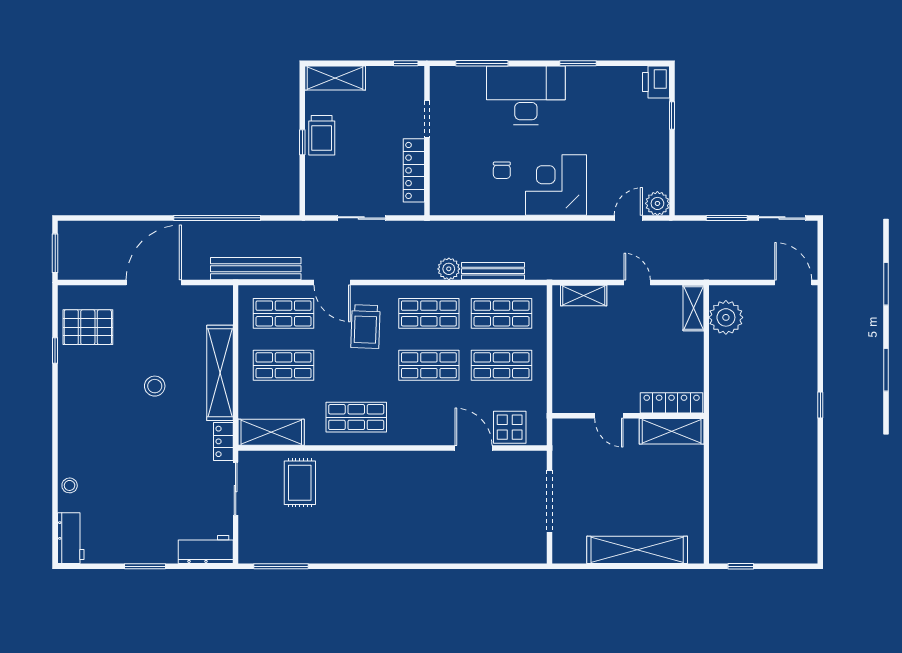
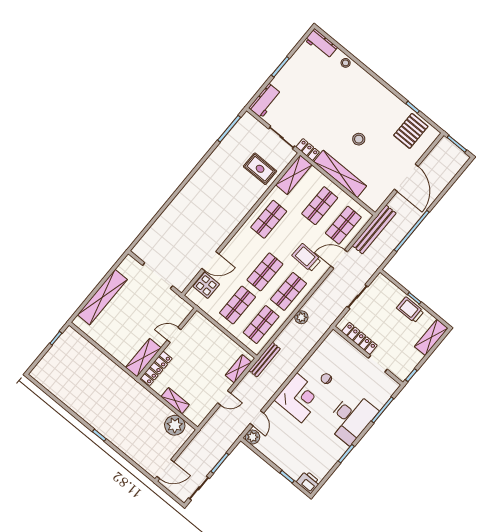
bench: (493, 271) -> (265, 360), moved
shelving: (693, 308) -> (175, 401), moved

